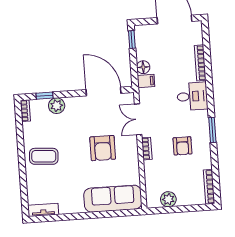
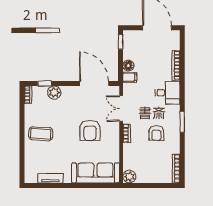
plant: (168, 199) -> (129, 177), moved
tv unit: (43, 210) -> (50, 178), moved

